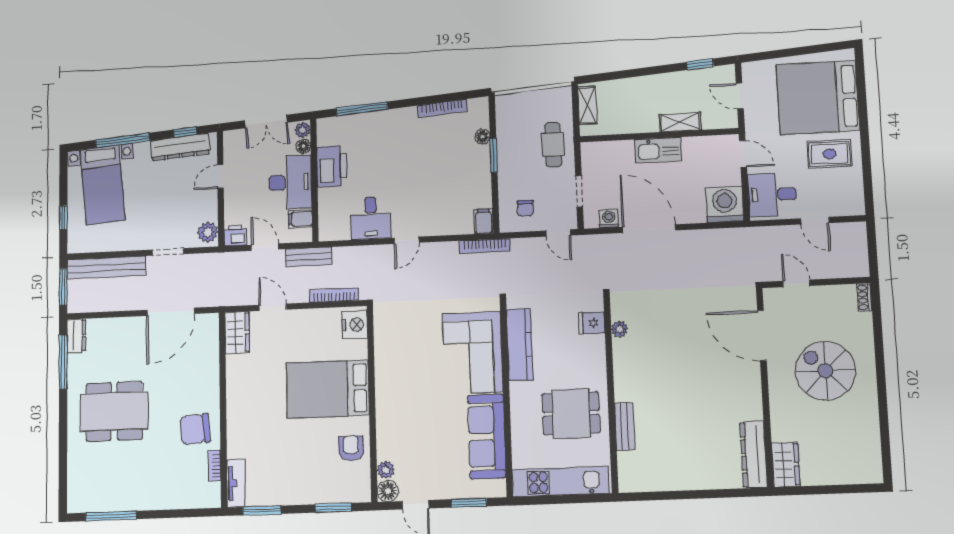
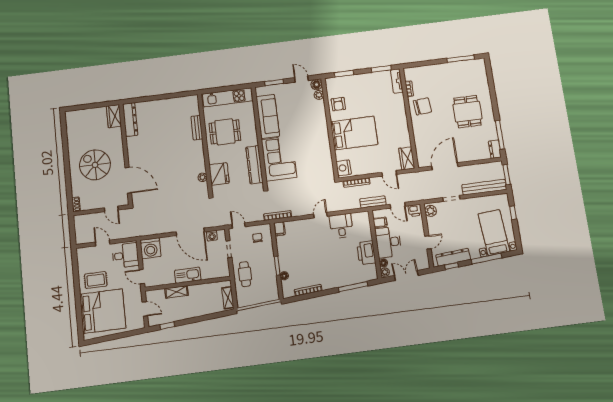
fridge: (592, 323) -> (219, 174), width x1.88, depth x1.34
spiral stairs: (825, 371) -> (95, 165), turned 180
dining table: (114, 411) -> (467, 112), width x0.73

